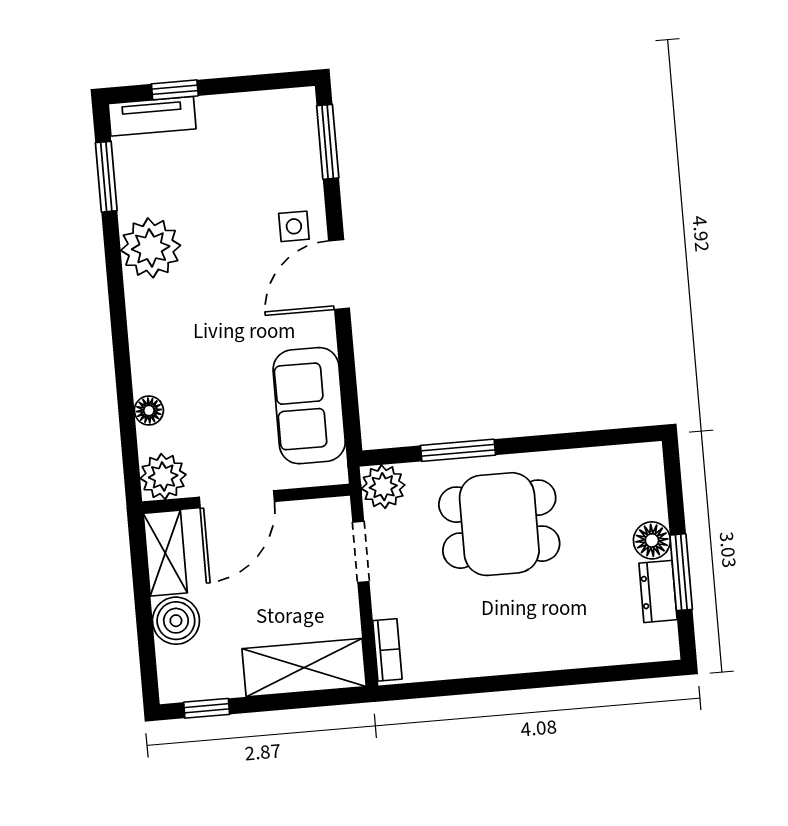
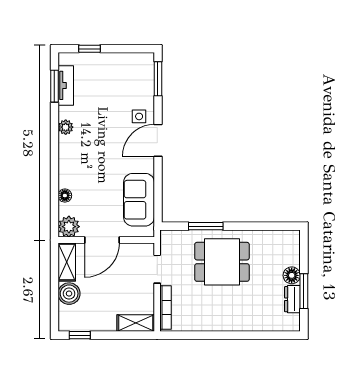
tv unit: (152, 116) -> (66, 85), moved, turned -90
plant: (151, 248) -> (66, 127), width x0.53, depth x0.53
plant: (383, 487) -> (170, 240), removed
bookcase: (387, 650) -> (165, 307), width x1.56
shelving: (304, 668) -> (136, 323), width x0.67, depth x0.75

